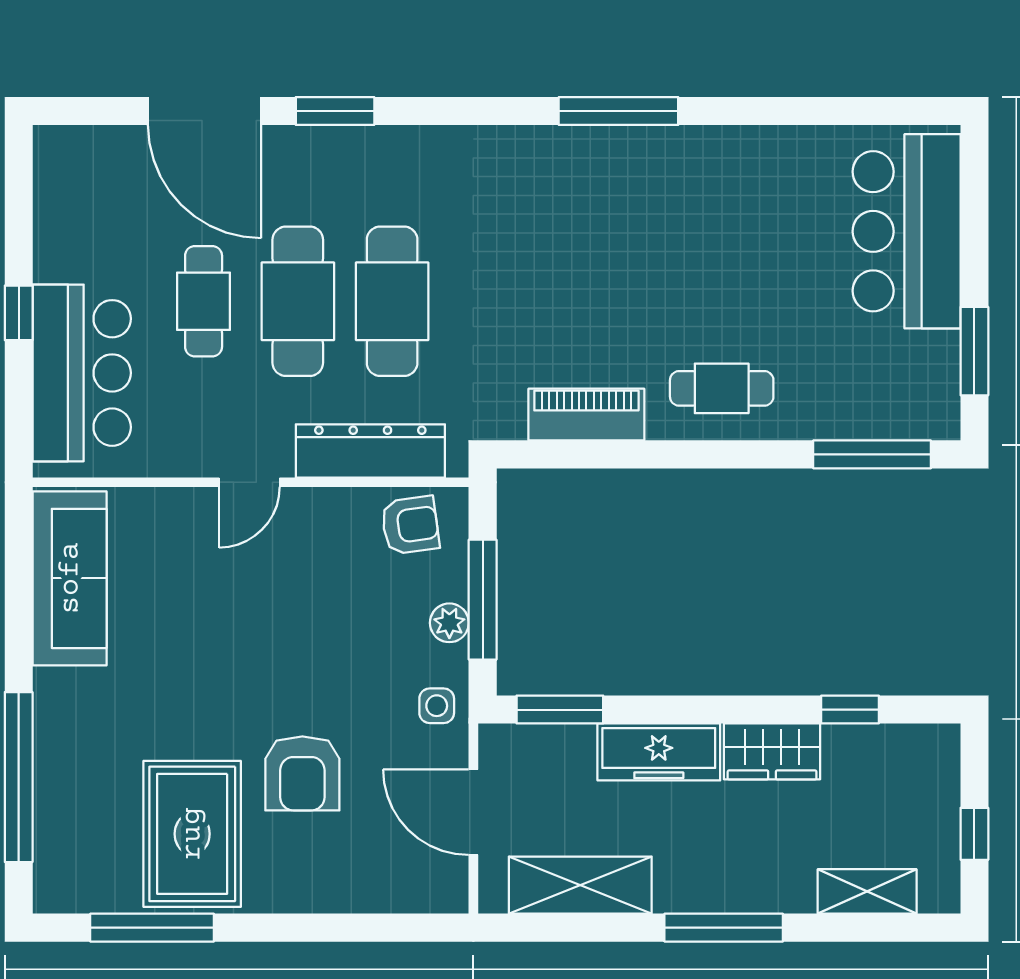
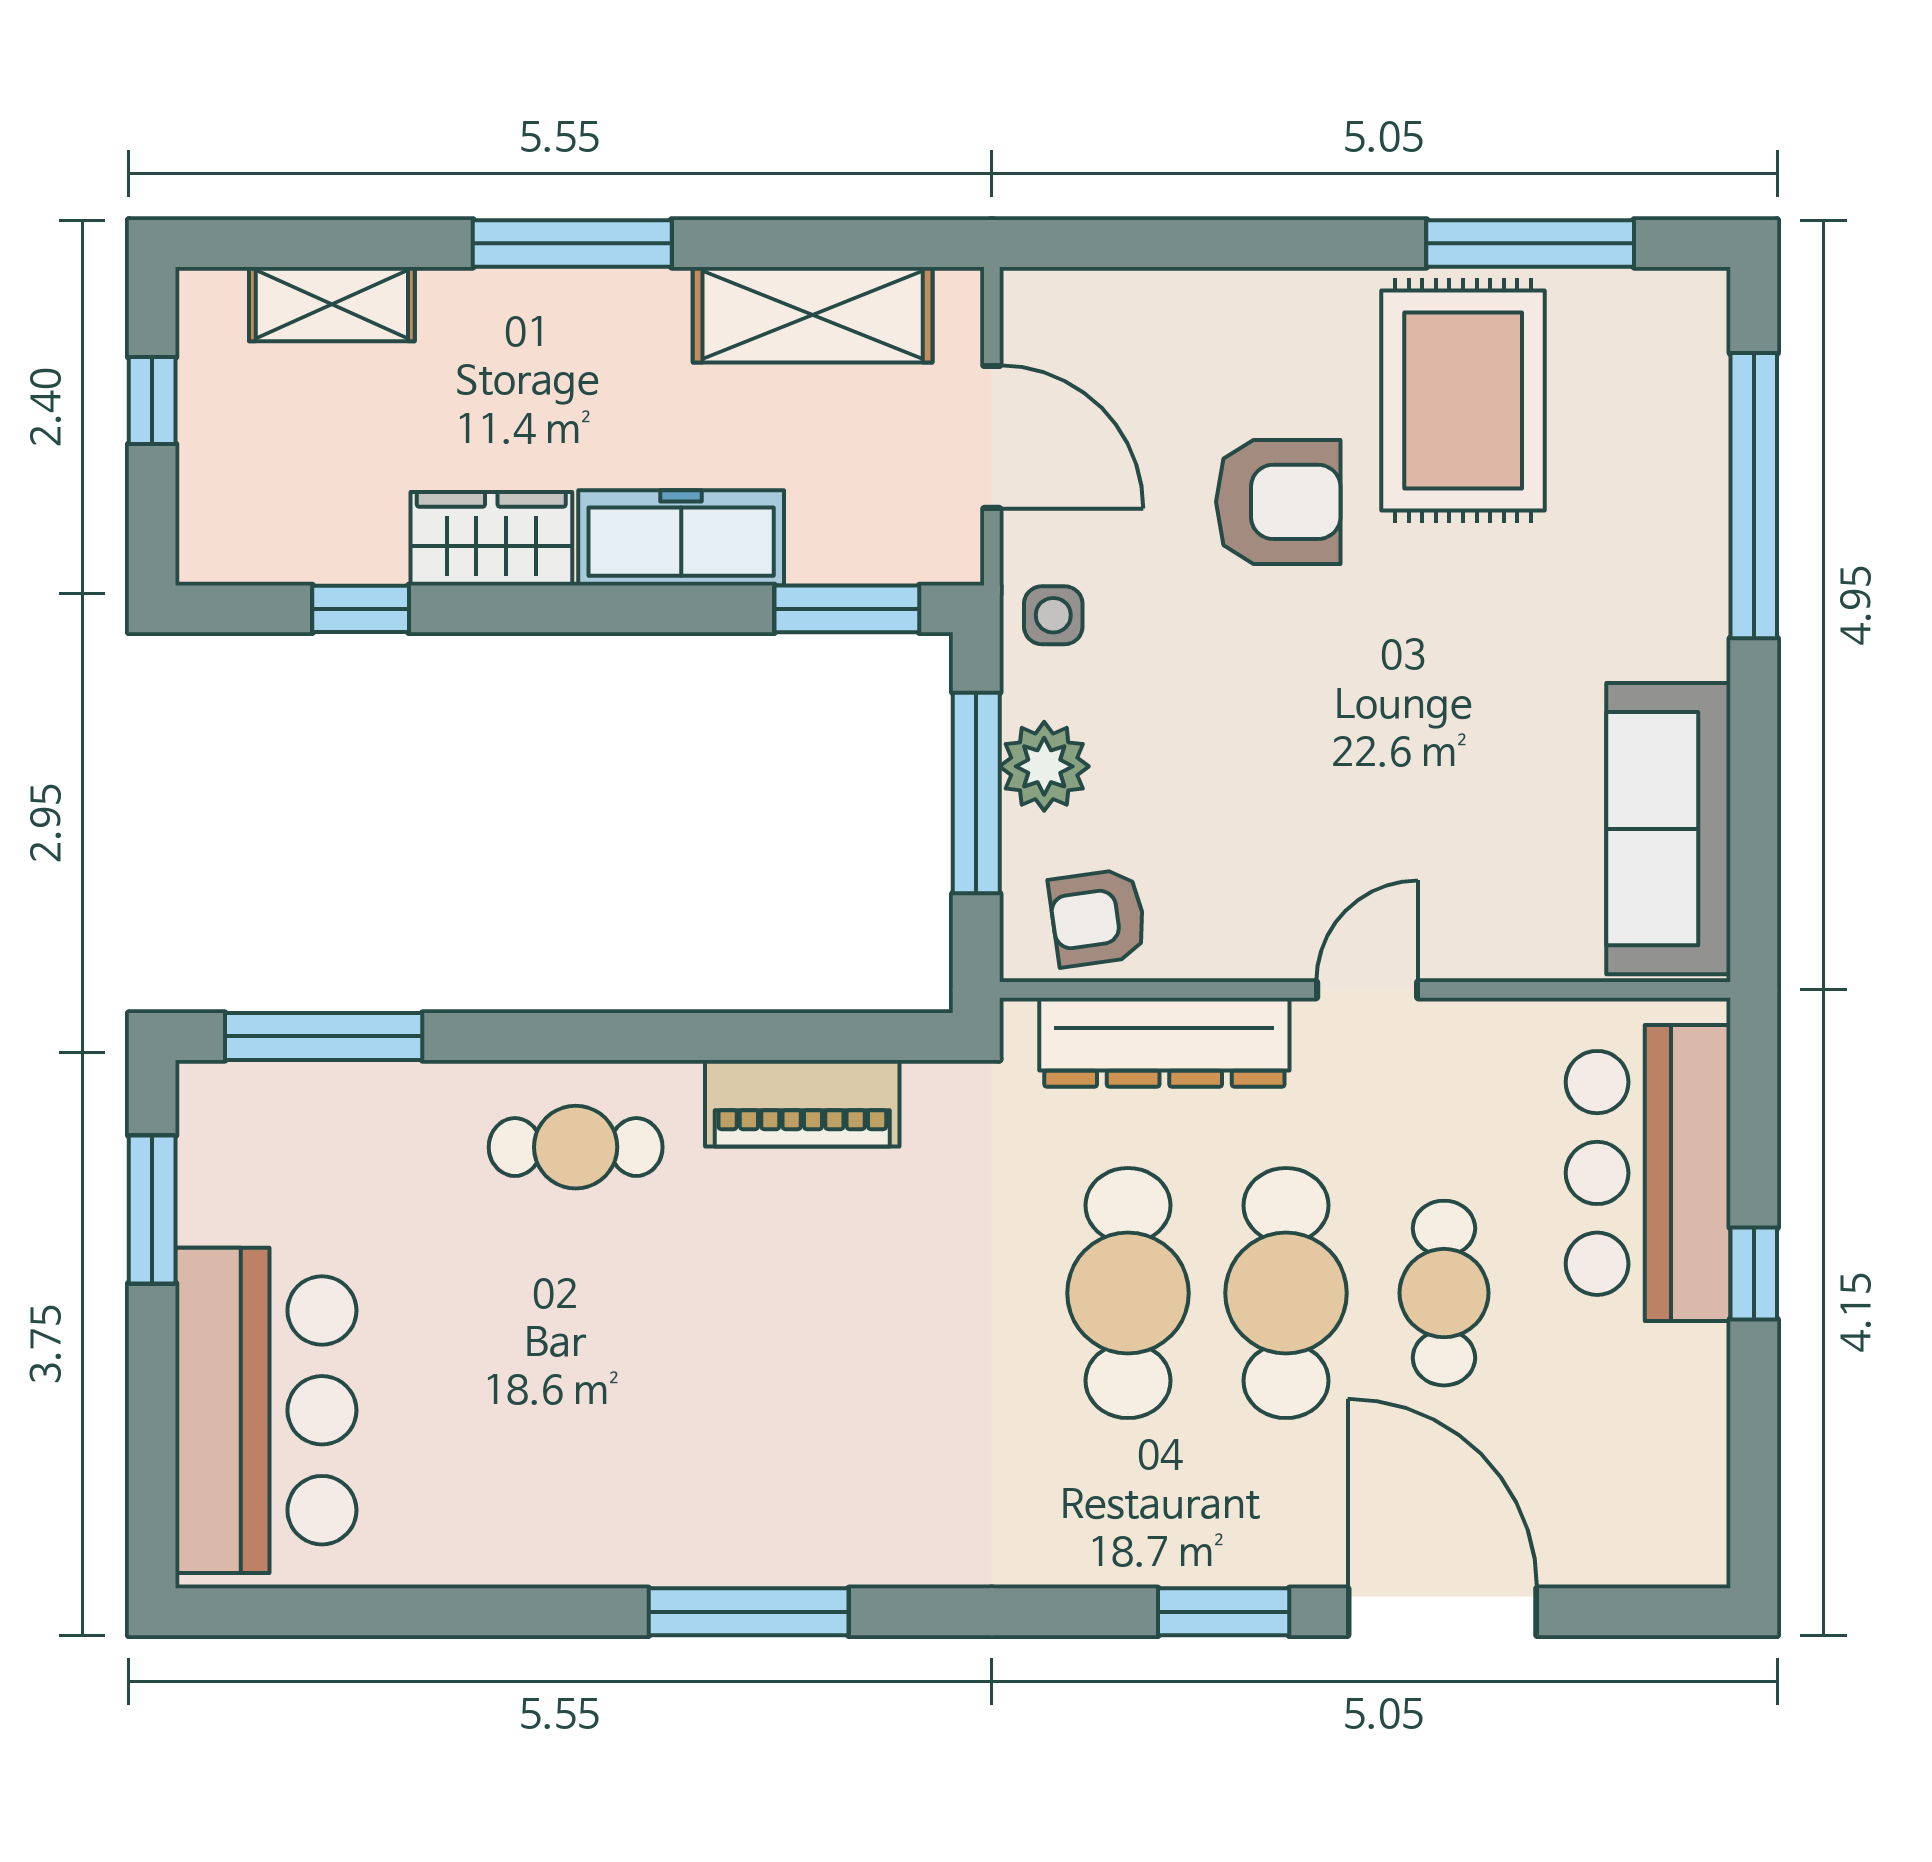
plant: (449, 623) -> (1044, 766), width x1.38, depth x1.38
armchair: (302, 773) -> (1278, 502), turned 90

